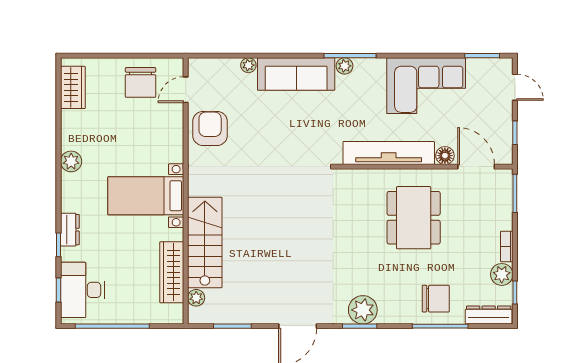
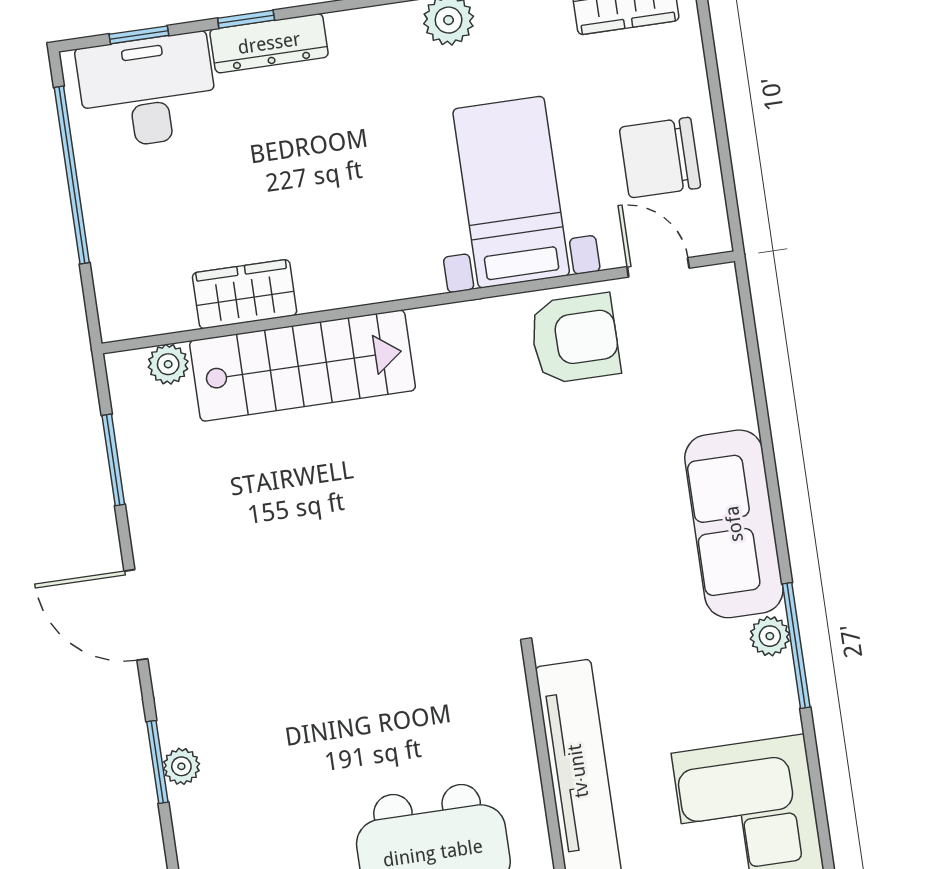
plant: (248, 65) -> (738, 408), removed
bed with nightstands: (146, 196) -> (511, 192), moved
dresser: (70, 230) -> (269, 43), width x1.44
wardrobe: (172, 272) -> (245, 294), width x0.67
plant: (363, 310) -> (181, 766), width x0.53, depth x0.53

